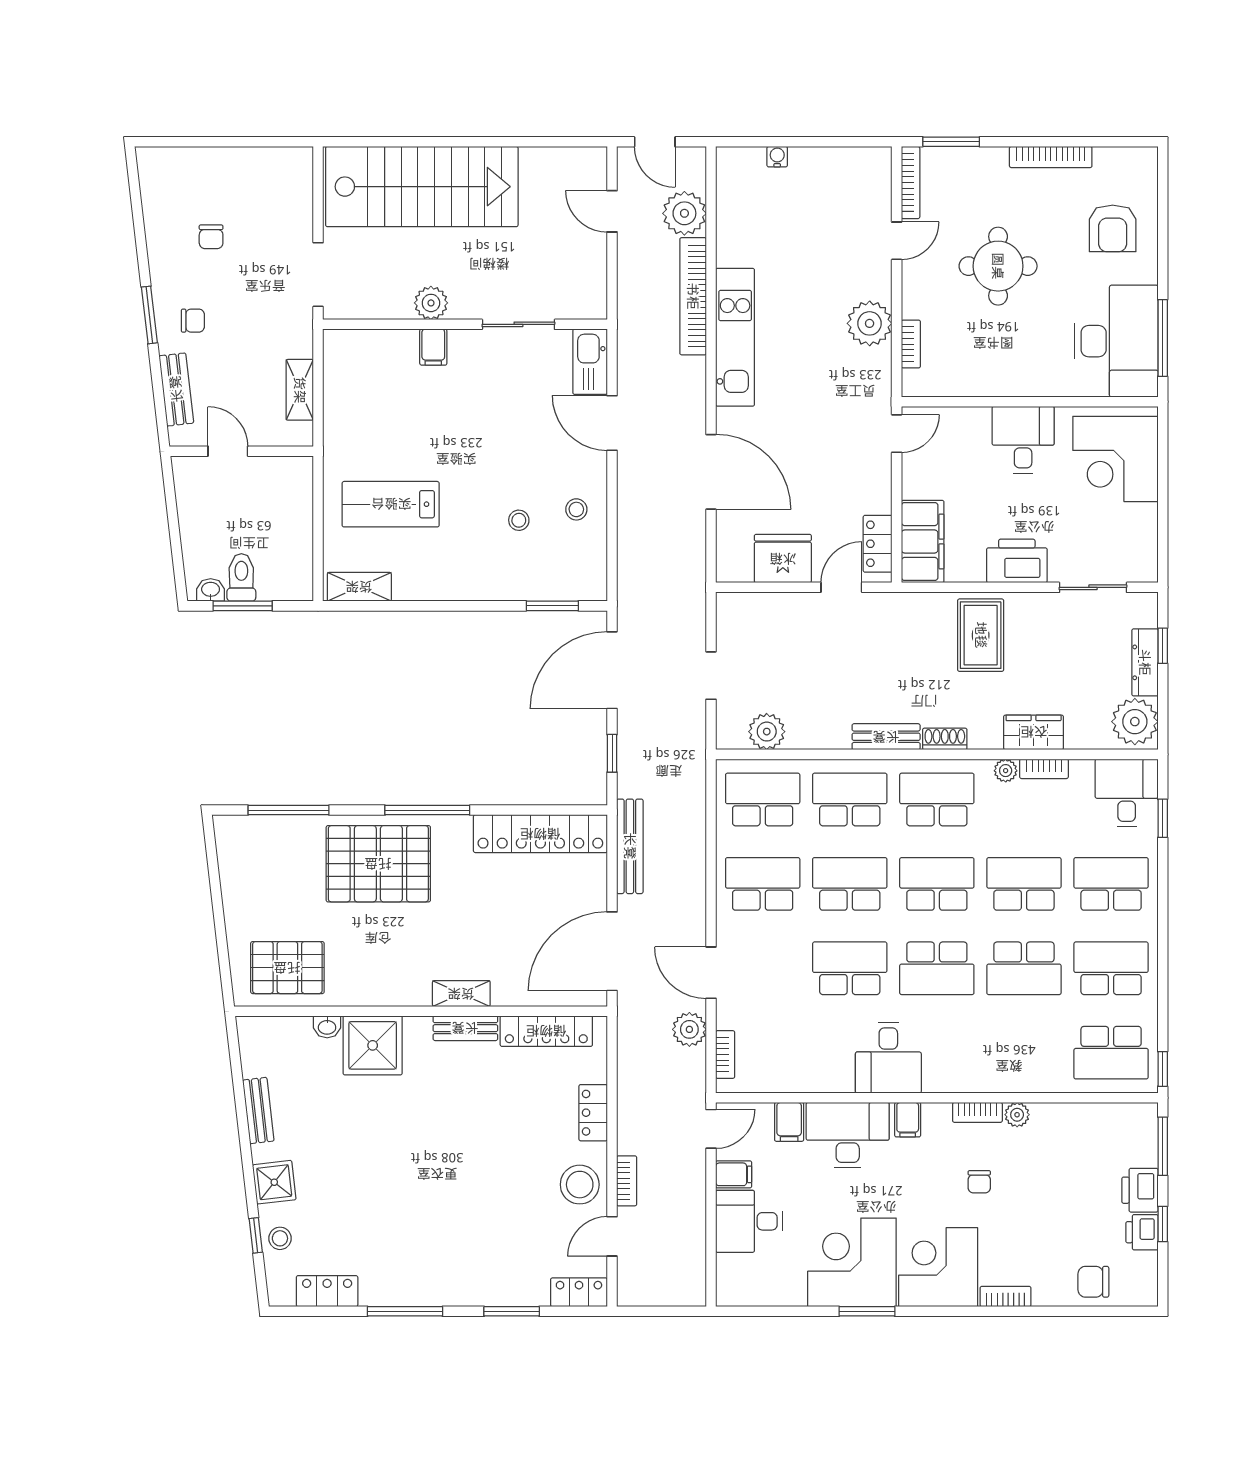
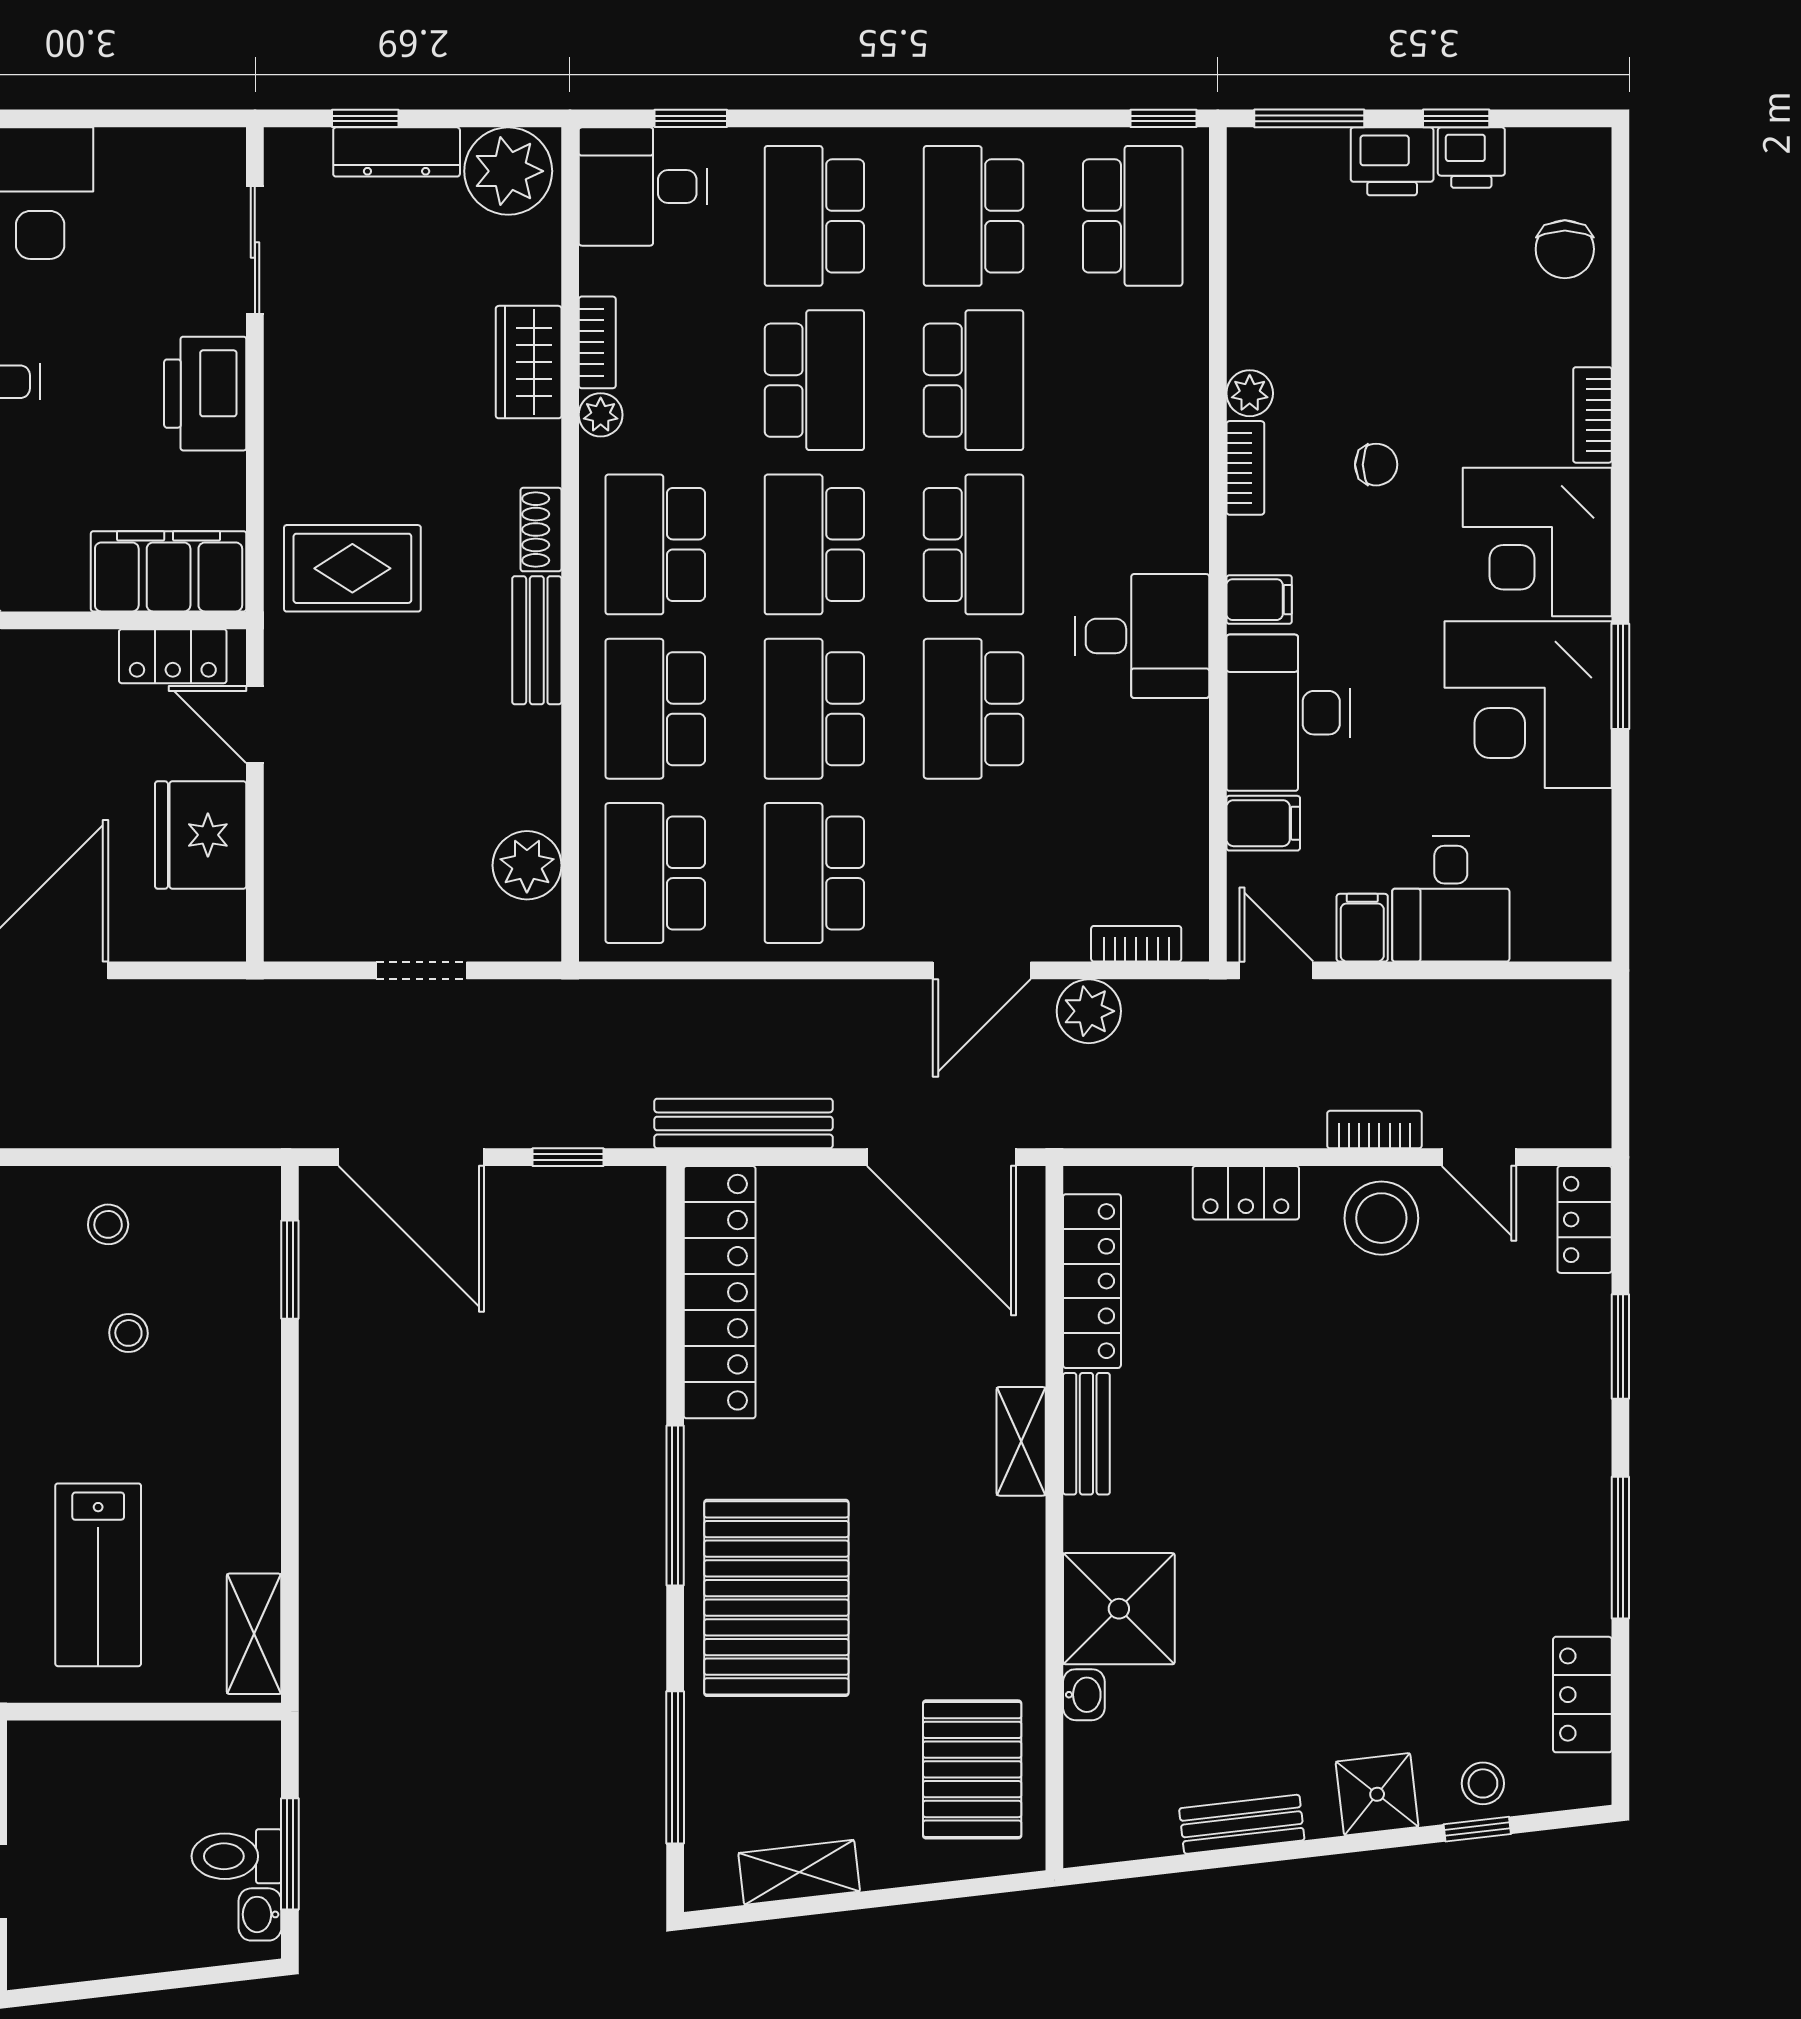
rug: (981, 635) -> (352, 568), moved
shelving: (233, 876) -> (799, 1872), added
school desk: (1024, 884) -> (814, 380), turned 180

